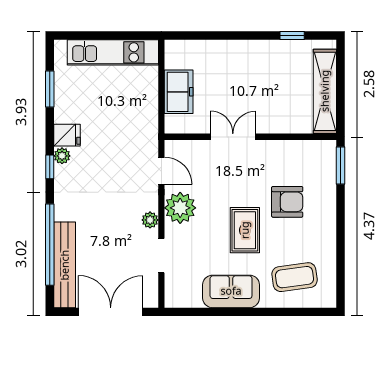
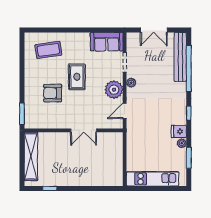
freezer: (179, 92) -> (115, 156), removed
plant: (62, 156) -> (182, 143), moved
door: (161, 171) -> (125, 111), hinge flipped
sofa: (231, 291) -> (107, 42), moved
double door: (111, 312) -> (154, 30), width x0.73

